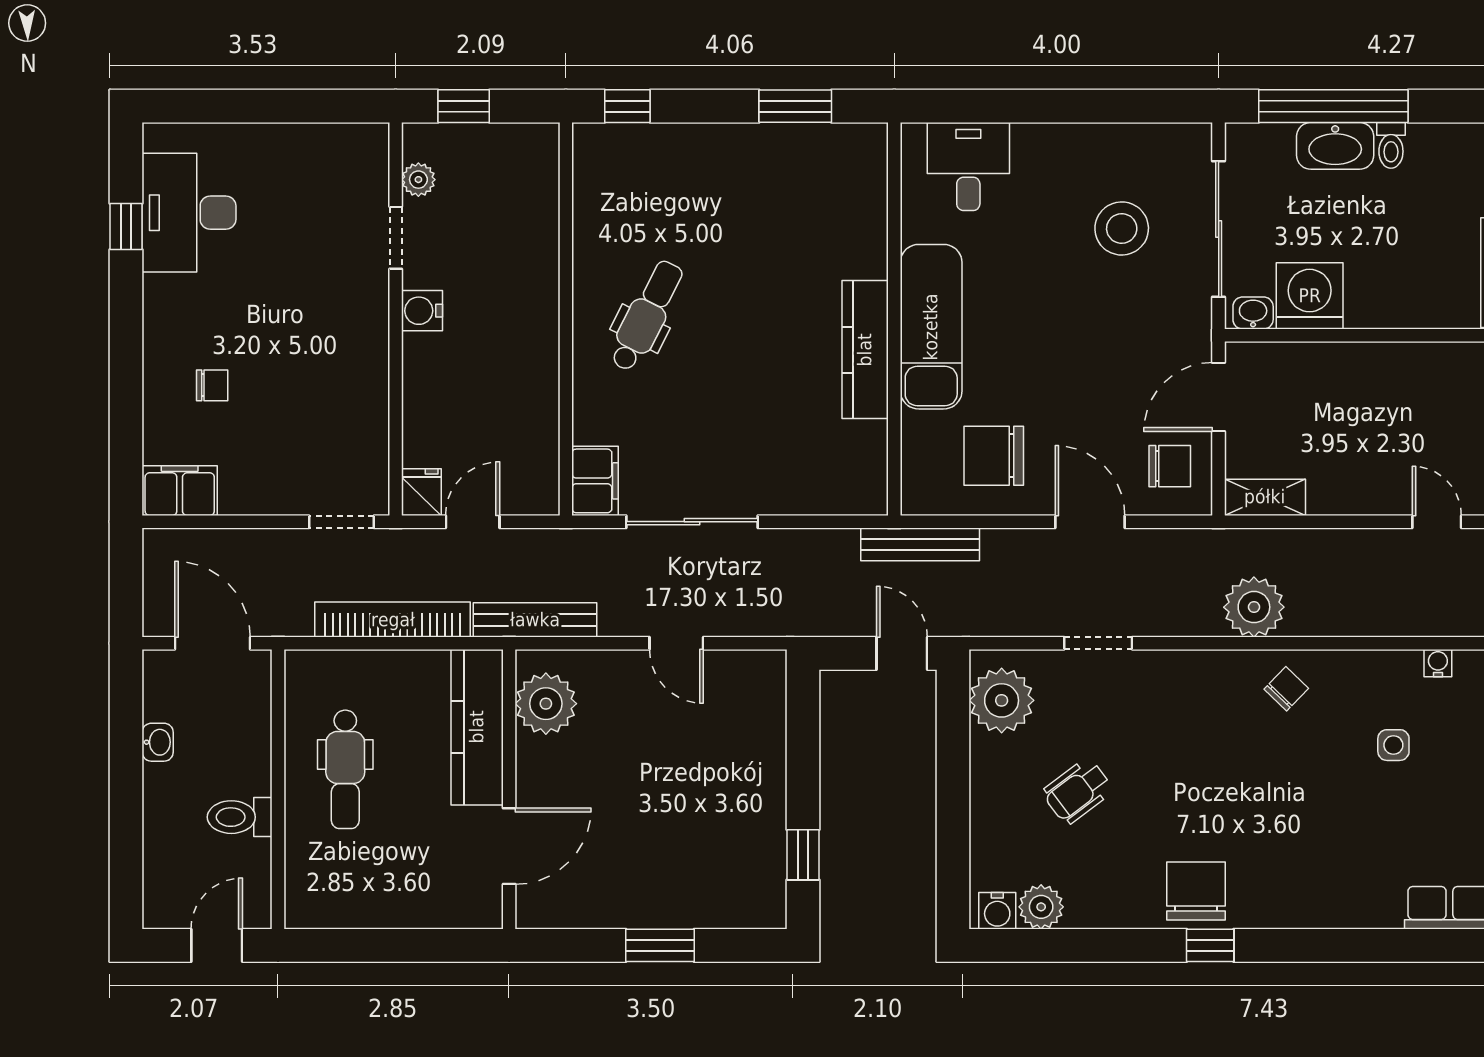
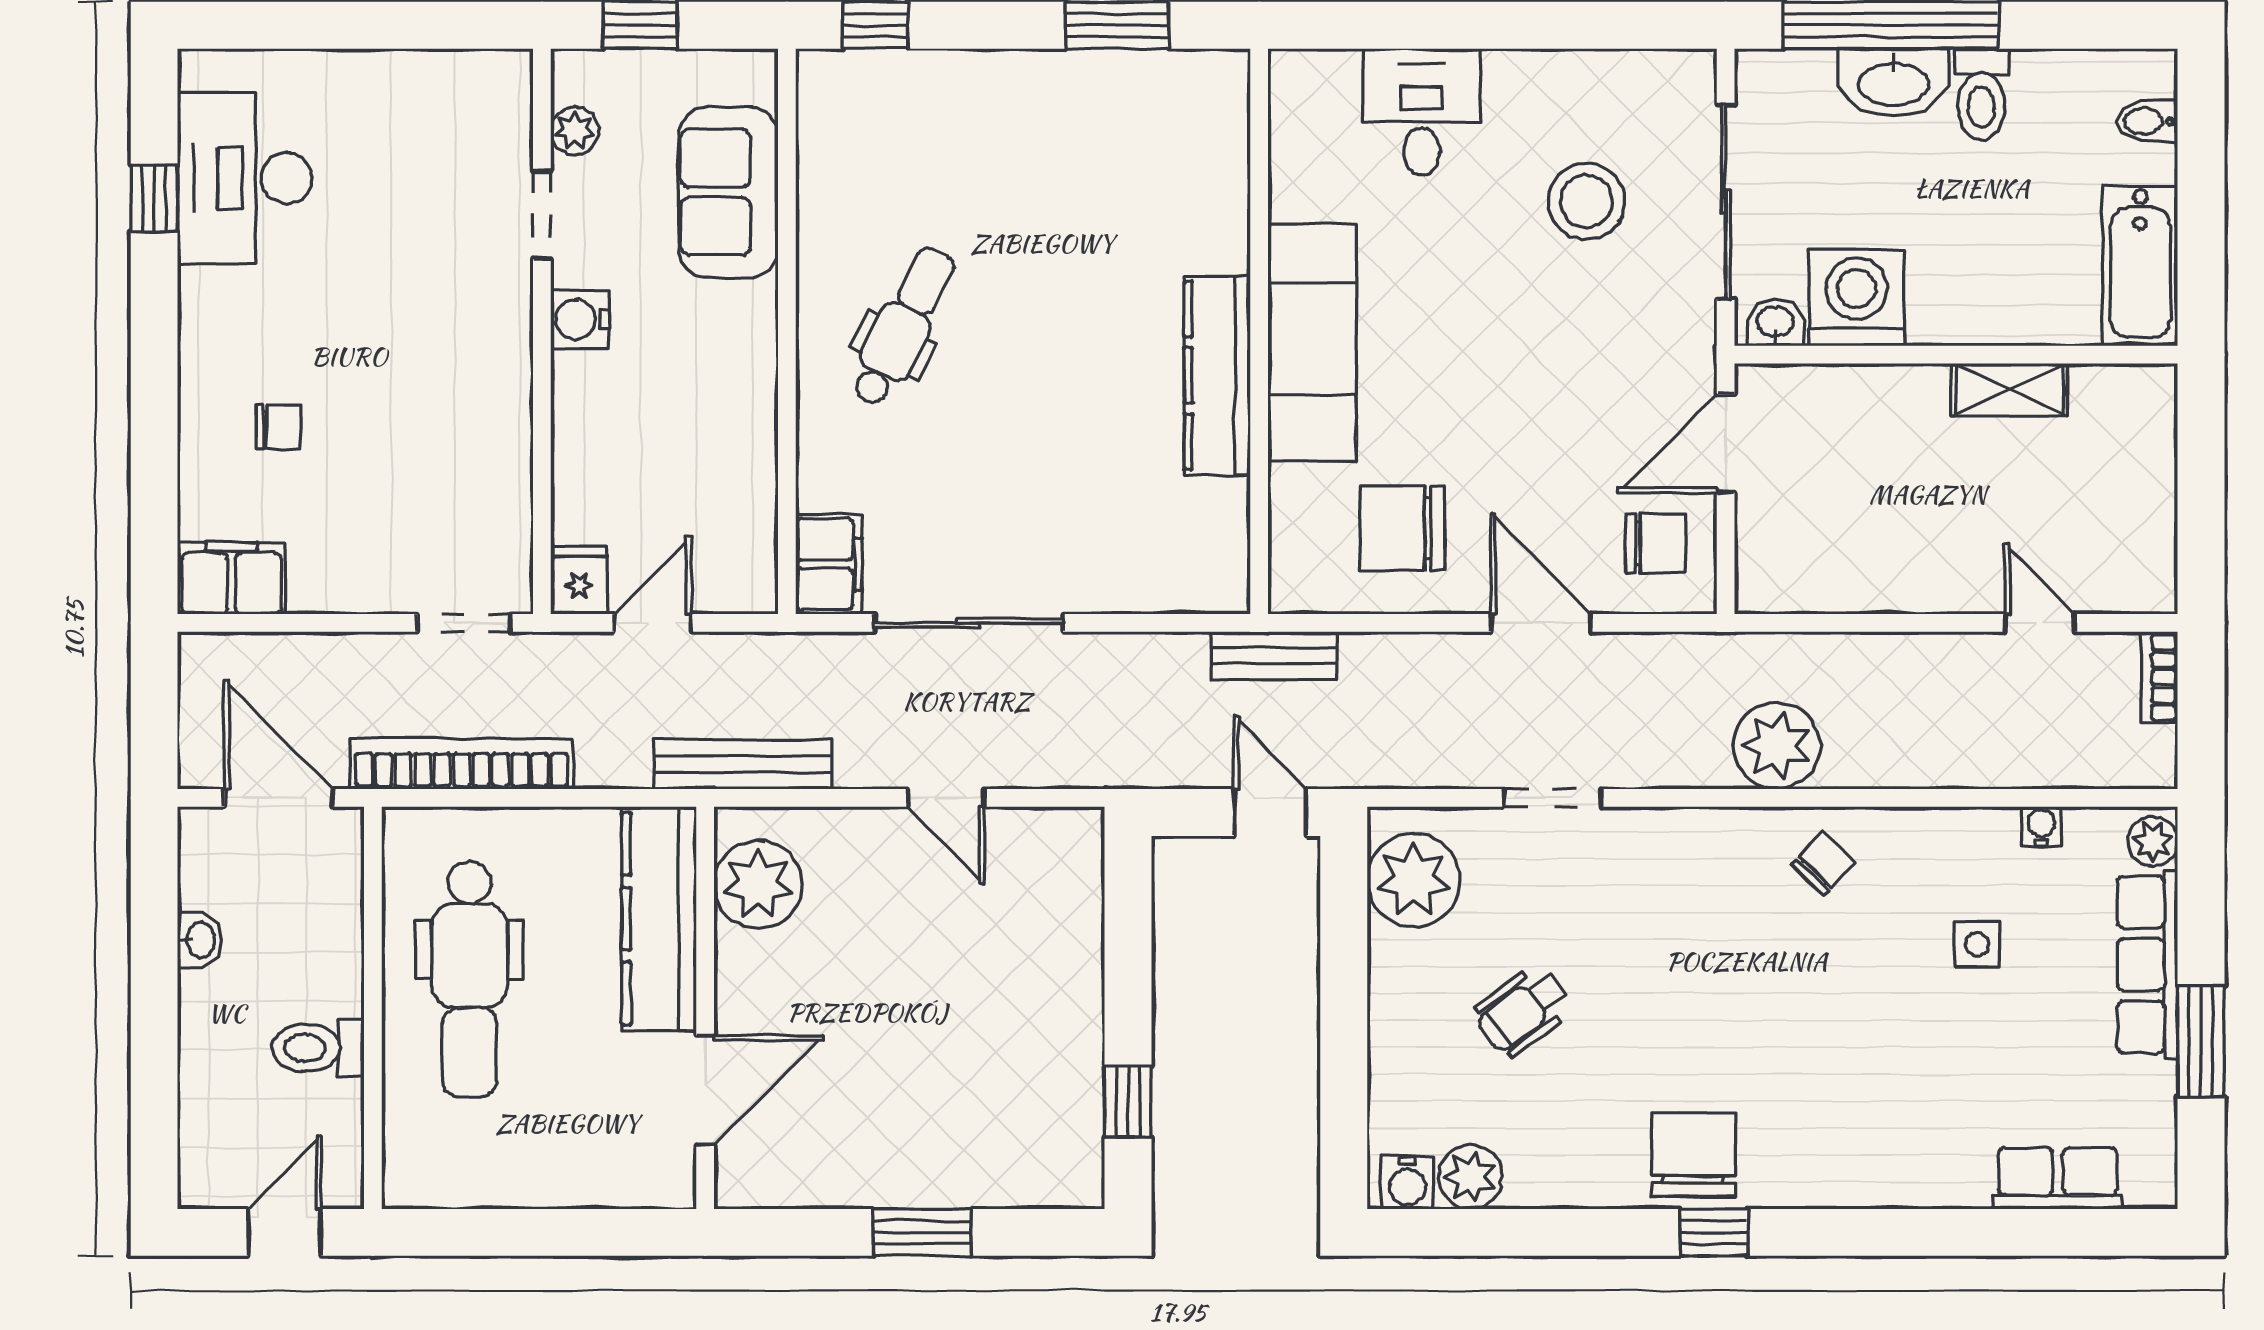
toilet: (1391, 145) -> (1981, 94), width x1.37, depth x1.39
desk: (968, 167) -> (1422, 112), moved
sofa: (525, 222) -> (728, 192), added
shelving: (1265, 497) -> (2010, 390), moved
bench: (920, 544) -> (1274, 656), width x0.73
bookcase: (393, 620) -> (462, 764), moved
dental chair: (345, 769) -> (470, 979), width x1.36, depth x1.38

